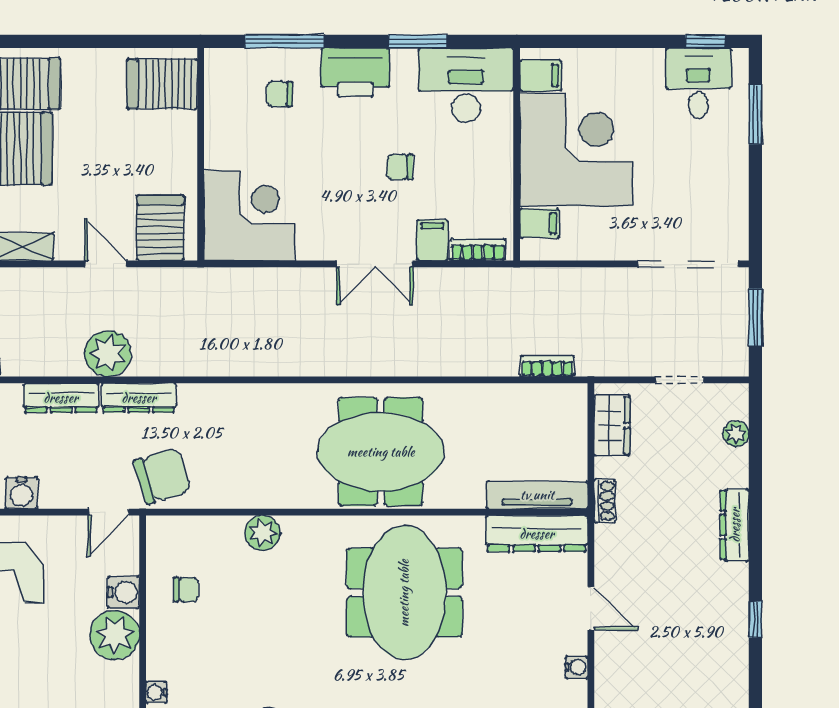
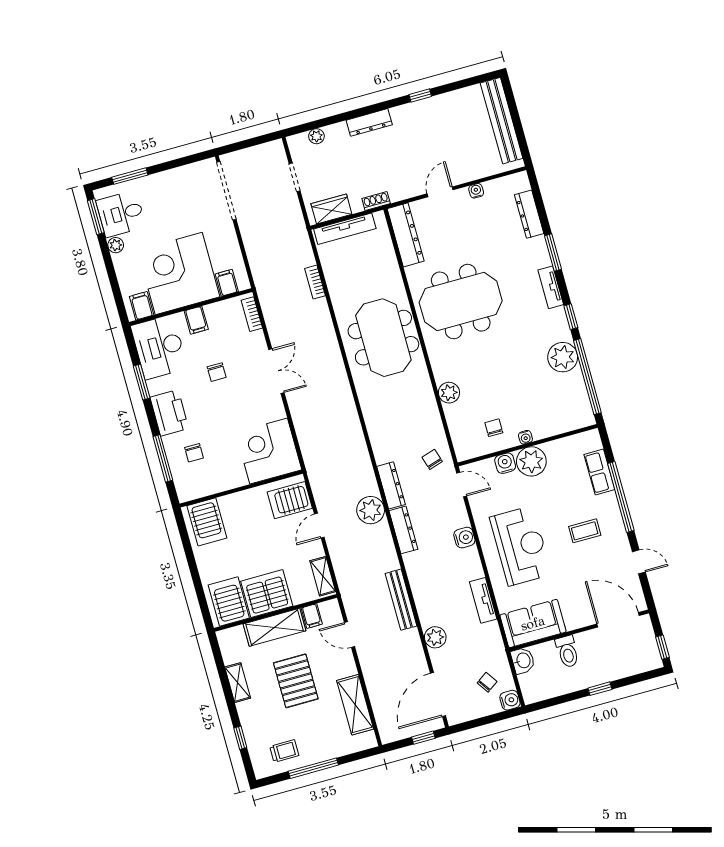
window: (705, 41) -> (96, 217), width x1.50
plant: (650, 61) -> (116, 245), added
filing cabinet: (432, 240) -> (196, 320), moved, turned -90
window: (755, 317) -> (246, 144), removed
bookcase: (547, 366) -> (315, 282), moved
chair: (162, 476) -> (432, 459), width x0.54, depth x0.54
tv unit: (537, 495) -> (345, 229), moved, turned -90
water cooler: (156, 692) -> (525, 437), moved

